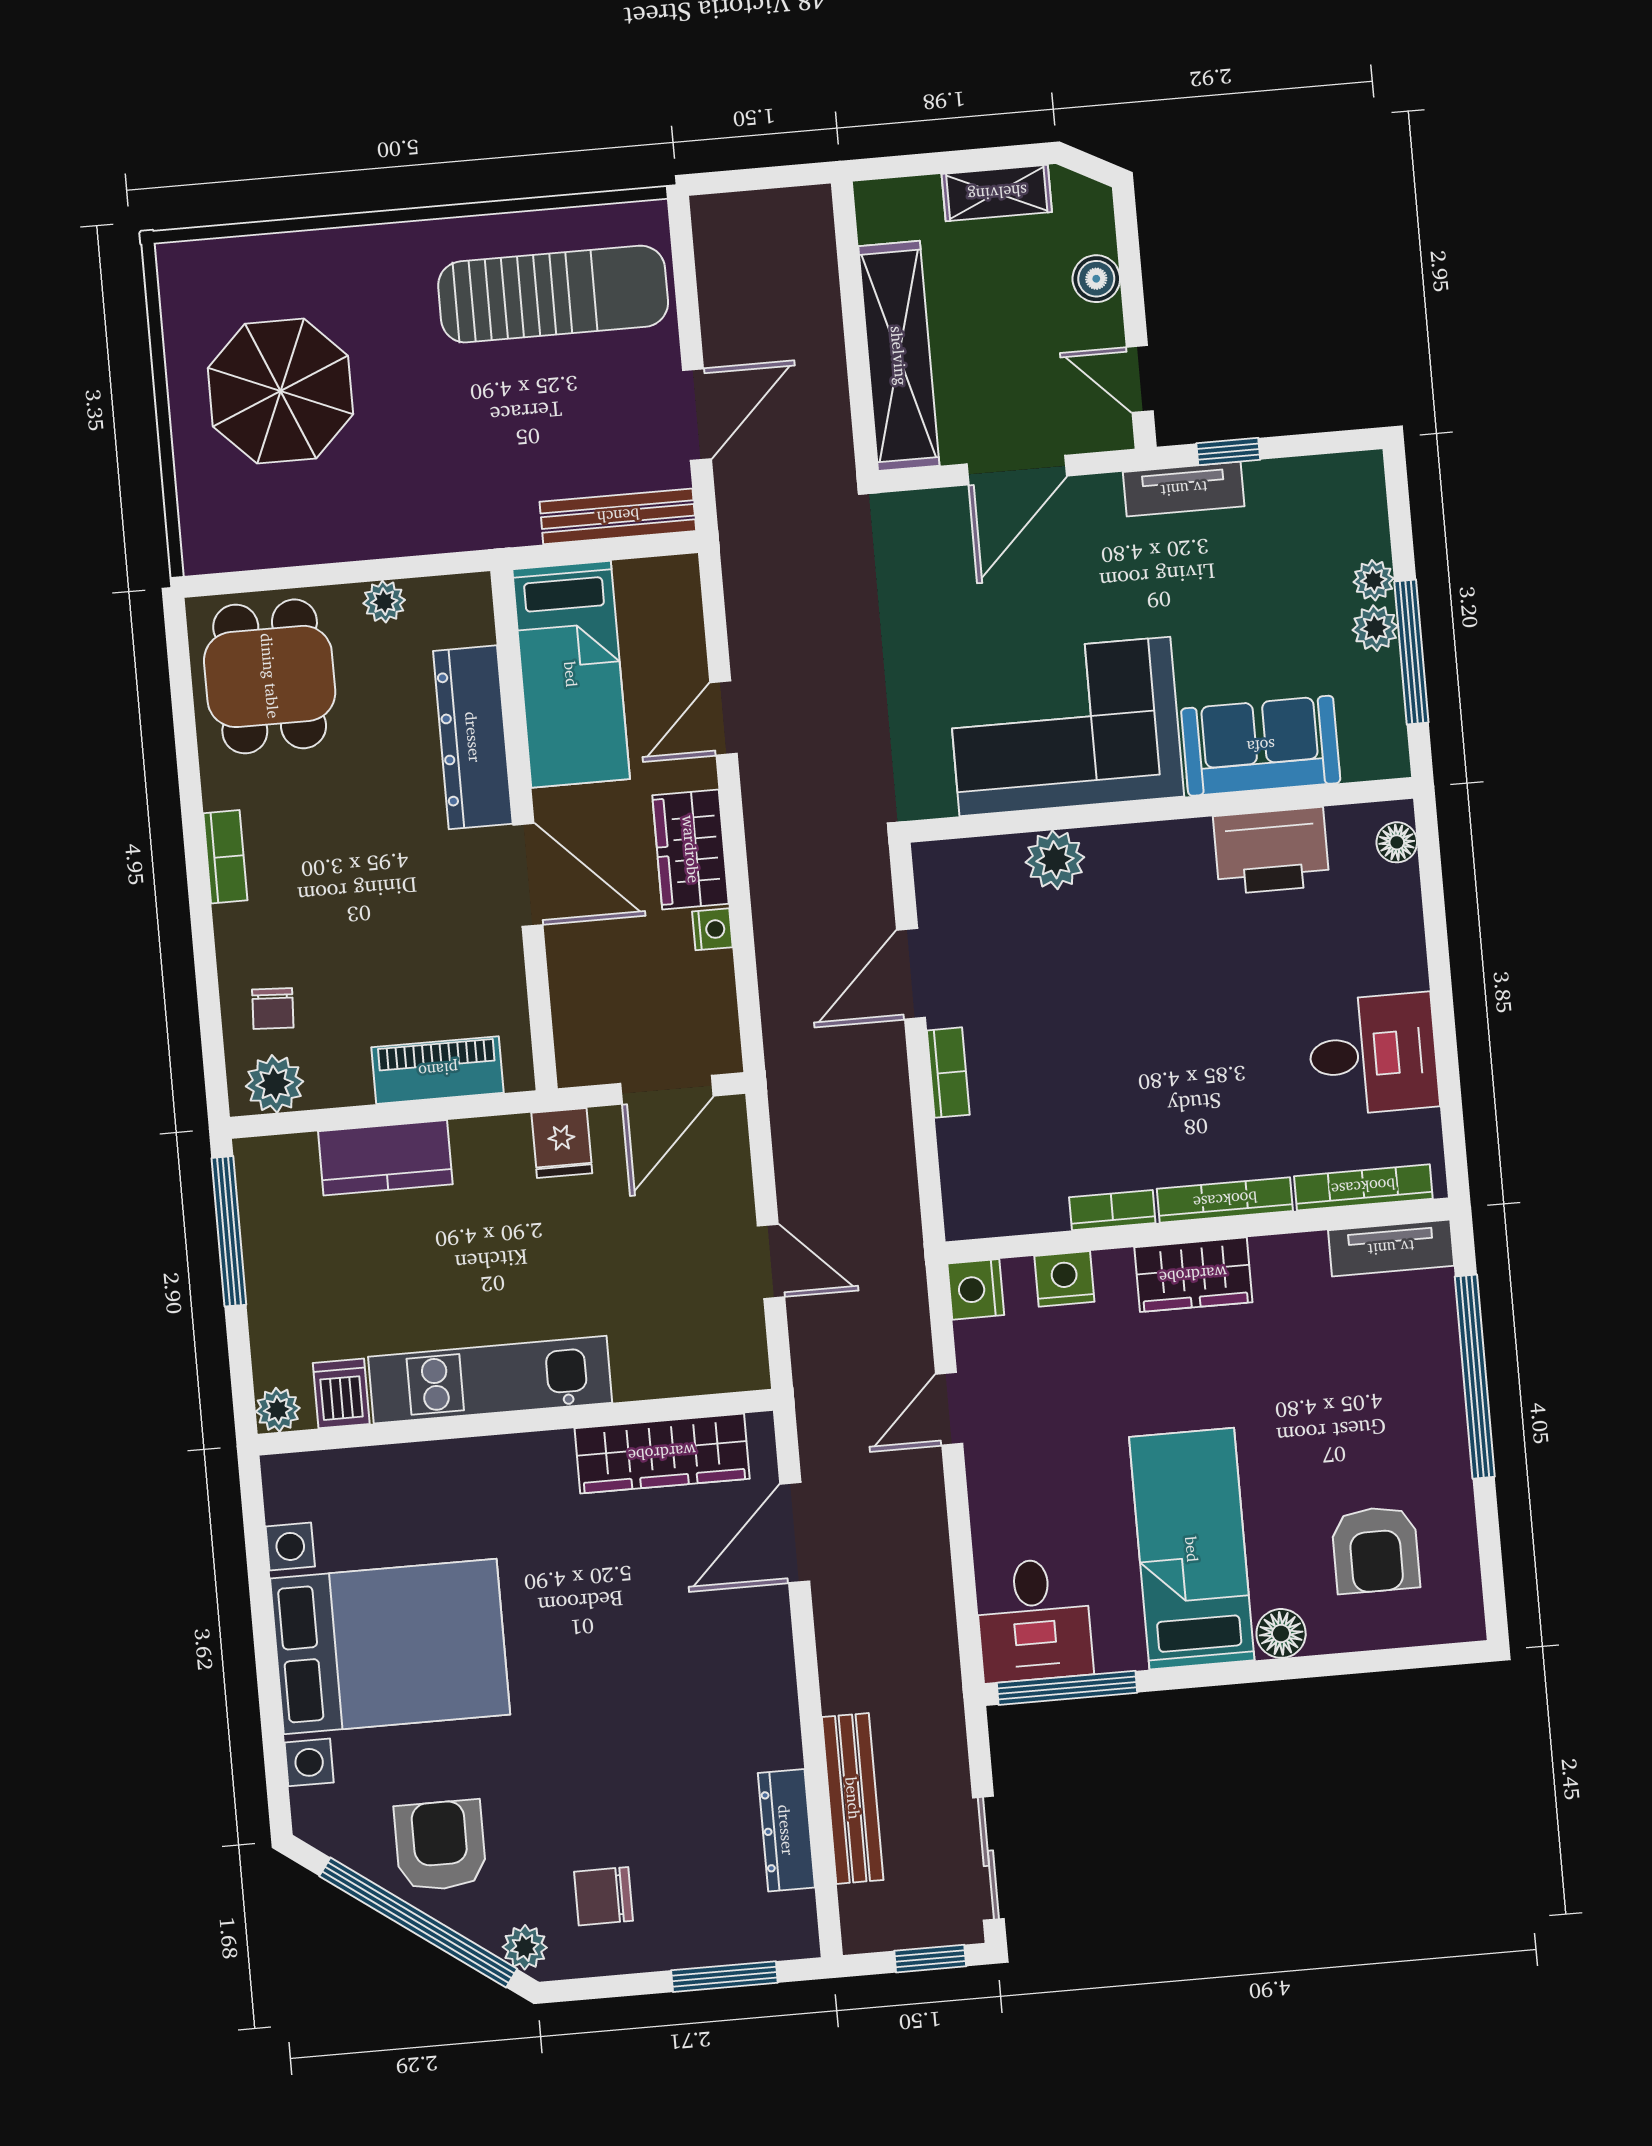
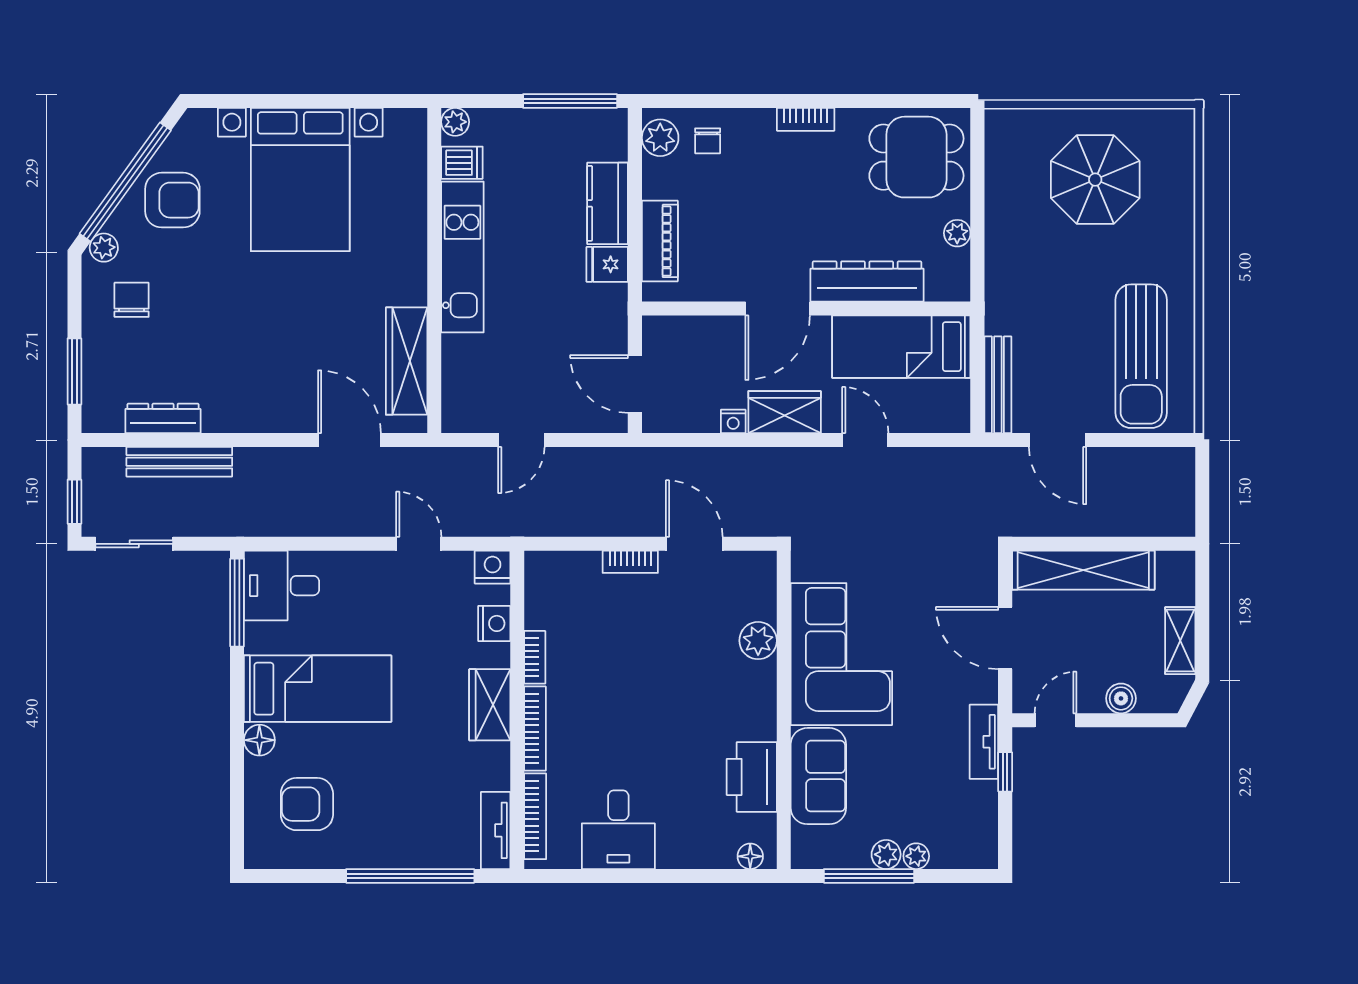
chair: (273, 1008) -> (708, 141), turned -93
fridge: (562, 1143) -> (607, 264), moved

